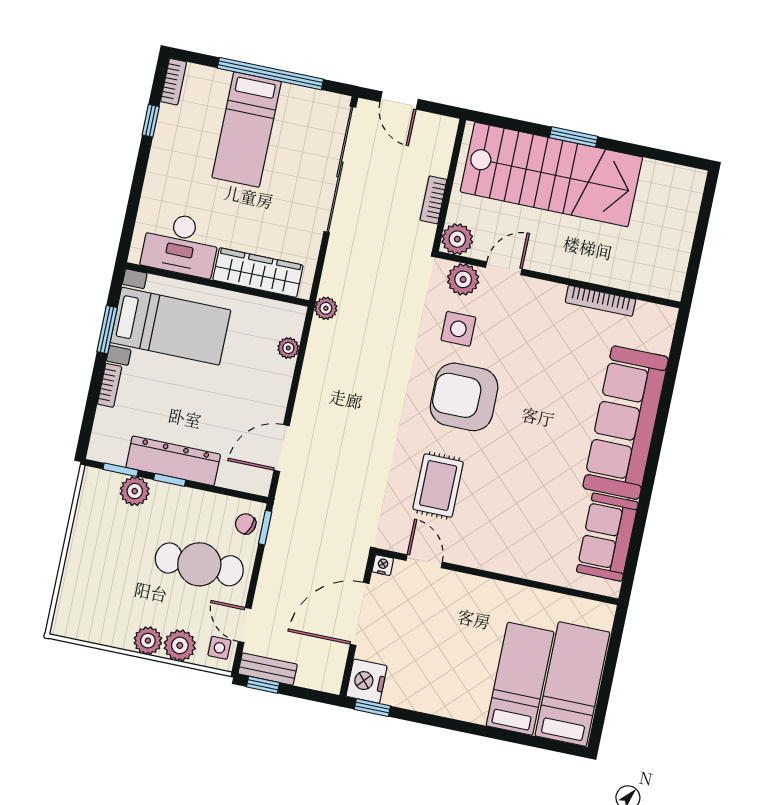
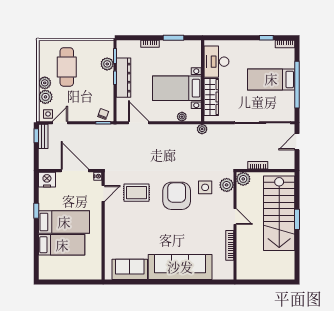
door: (504, 268) -> (235, 217), moved
bed with nightstands: (170, 326) -> (177, 88), moved, turned 90
cafe table: (199, 564) -> (67, 67), moved
bed: (572, 684) -> (64, 222), moved
window: (372, 708) -> (36, 211), moved

